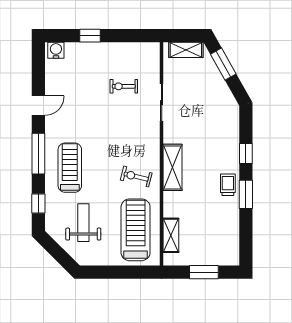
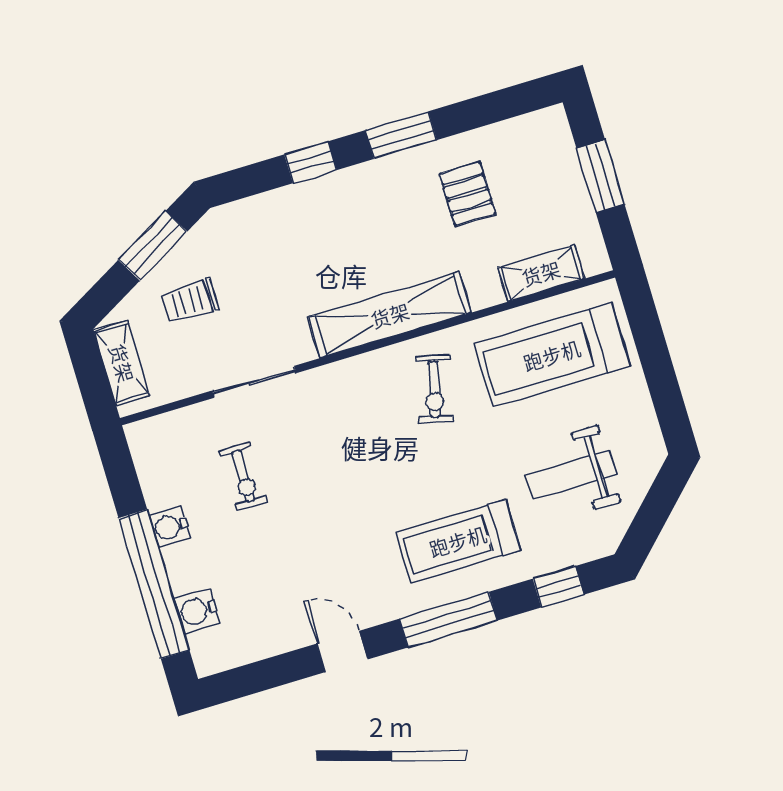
window: (90, 36) -> (154, 584), width x3.17
water cooler: (112, 49) -> (170, 527), added
water cooler: (56, 50) -> (197, 611), moved
window: (223, 64) -> (153, 246), moved
shelving: (172, 167) -> (390, 315), width x1.47
trolley: (228, 185) -> (190, 301), moved
pallet: (213, 215) -> (467, 194), added

